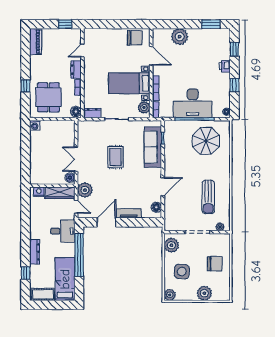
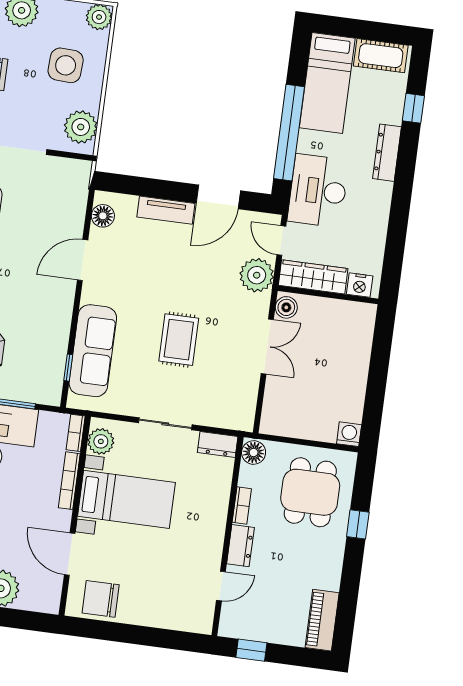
desk: (63, 231) -> (318, 191), width x1.37

